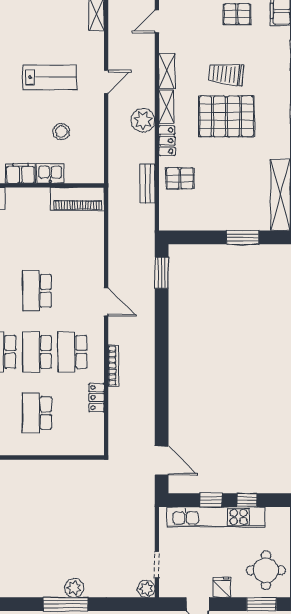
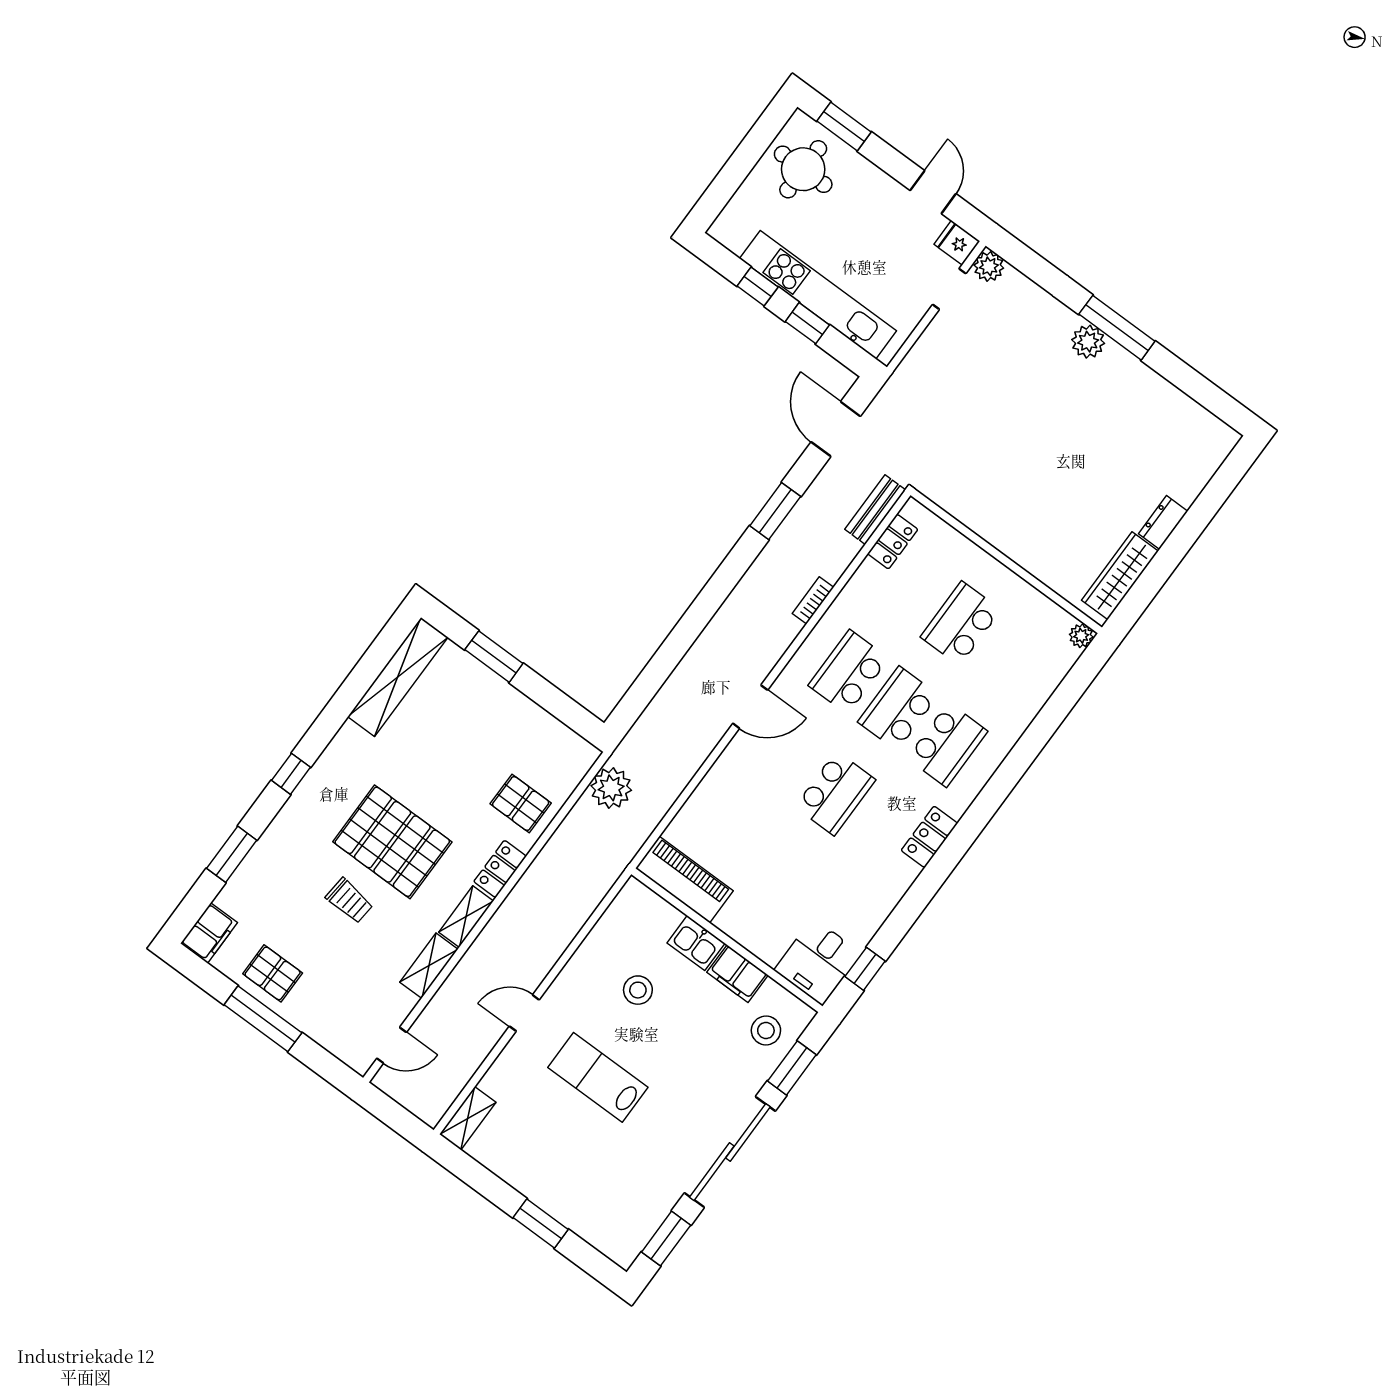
trolley: (226, 74) -> (349, 901), width x0.73, depth x0.72
plant: (143, 120) -> (611, 788), moved
bench: (147, 184) -> (875, 510), moved
window: (162, 273) -> (775, 511), moved
door: (106, 302) -> (750, 707), swing flipped
school desk: (37, 352) -> (898, 708), turned 180
school desk: (72, 352) -> (848, 672), turned 180
bookcase: (113, 366) -> (813, 600), width x0.64
locker: (96, 398) -> (893, 542), moved
school desk: (37, 413) -> (961, 623), turned 180
fridge: (222, 587) -> (957, 243), moved, turned 90

